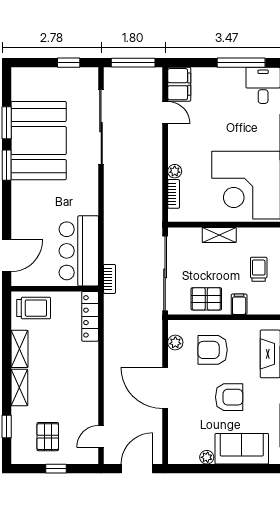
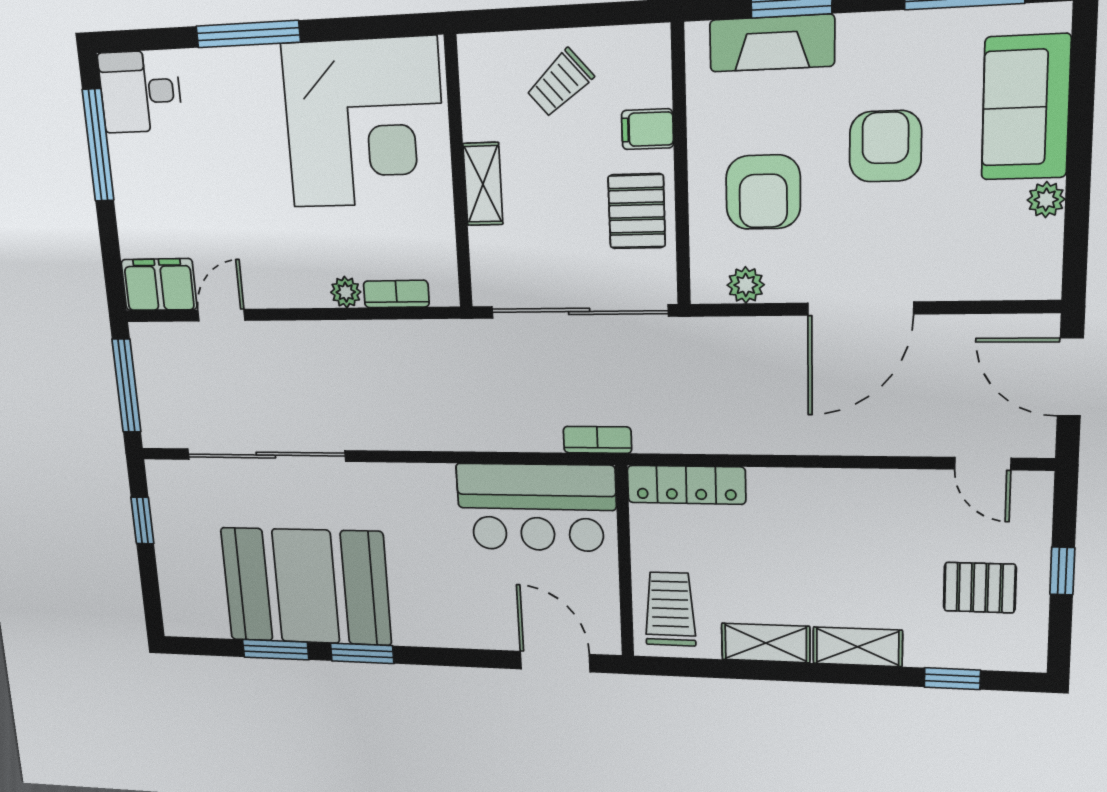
trolley: (259, 269) -> (560, 83), turned -41

